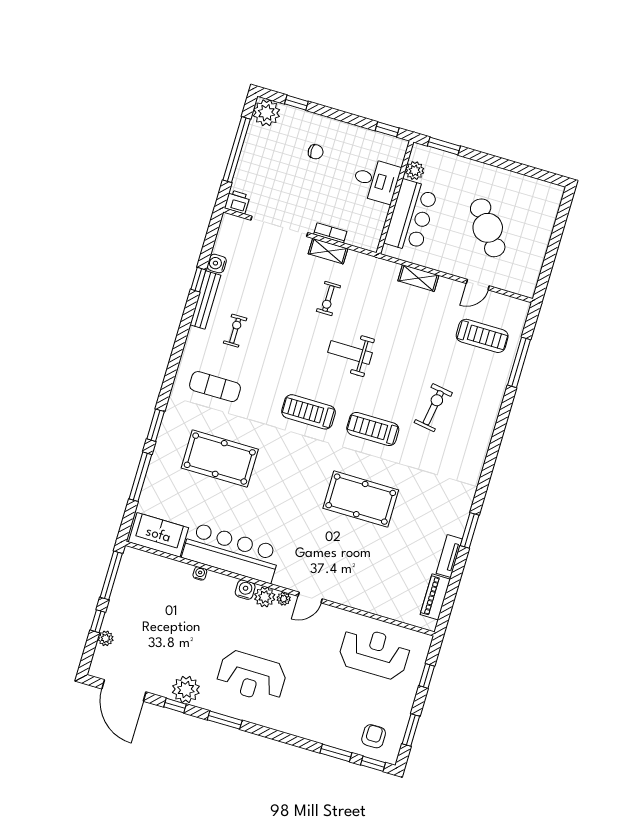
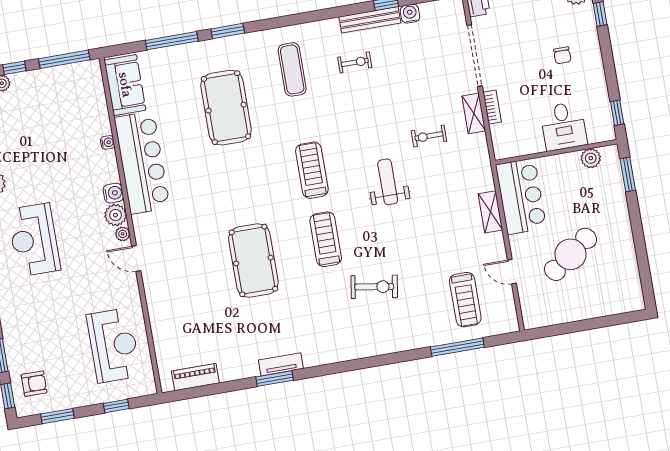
bar counter: (411, 216) -> (521, 196), moved, turned -90
tv unit: (449, 556) -> (281, 364), moved

